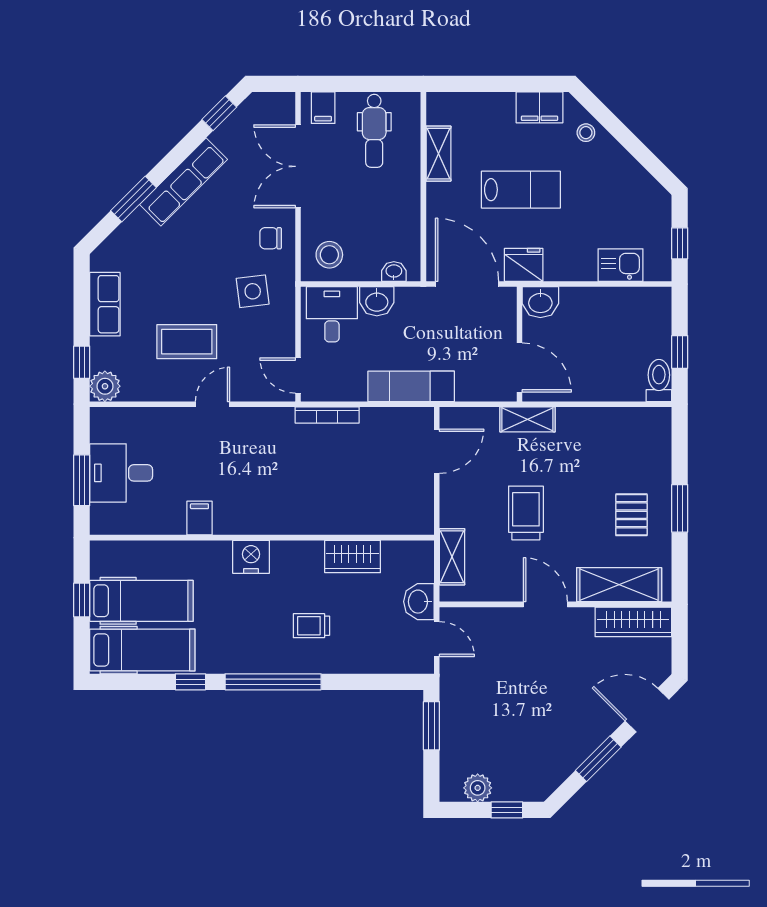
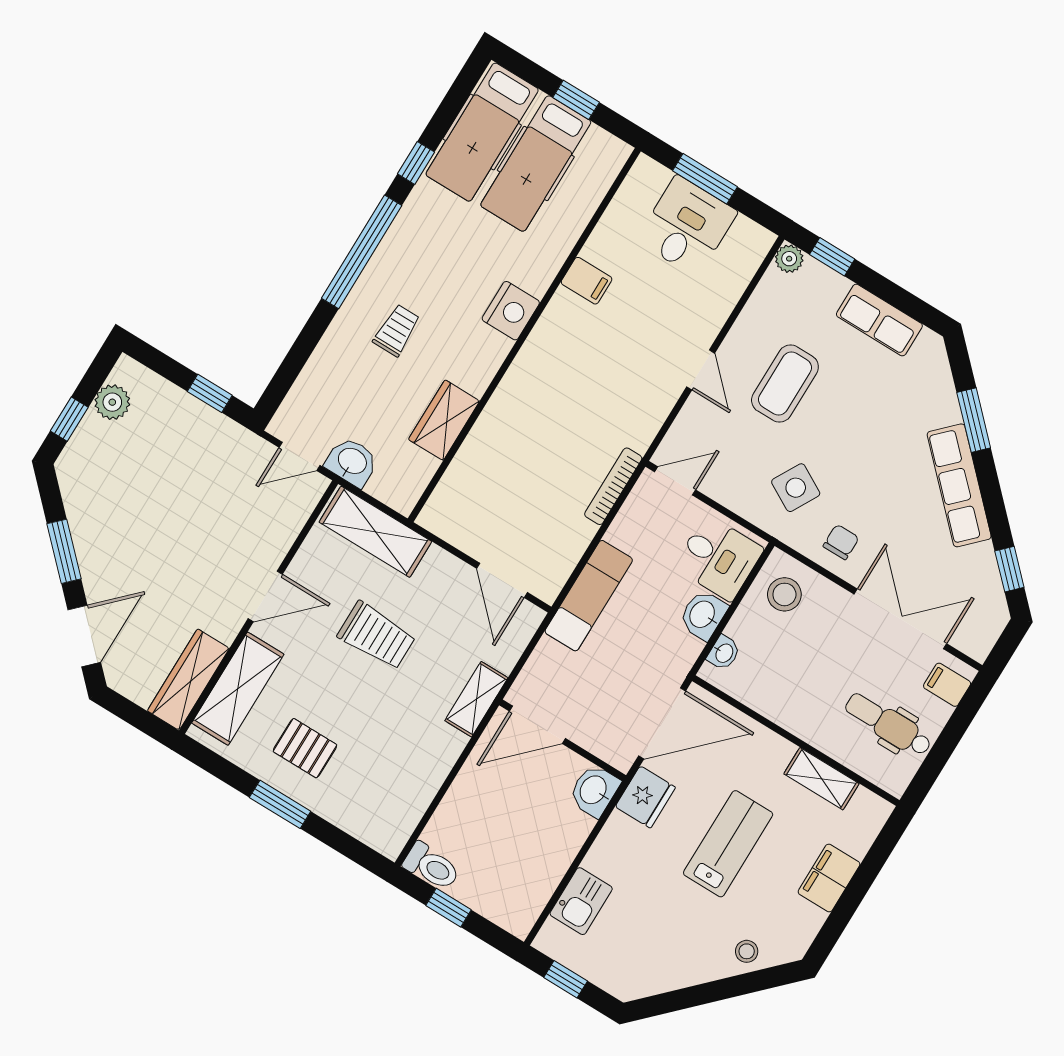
filing cabinet: (540, 107) -> (829, 878), moved
lab bench: (521, 190) -> (728, 844), turned 180
side table: (253, 291) -> (796, 488), turned 36
plant: (105, 386) -> (789, 259), width x0.73, depth x0.73
shelving: (452, 557) -> (375, 532), width x1.50, depth x1.33
window: (431, 726) -> (210, 393), width x0.67

